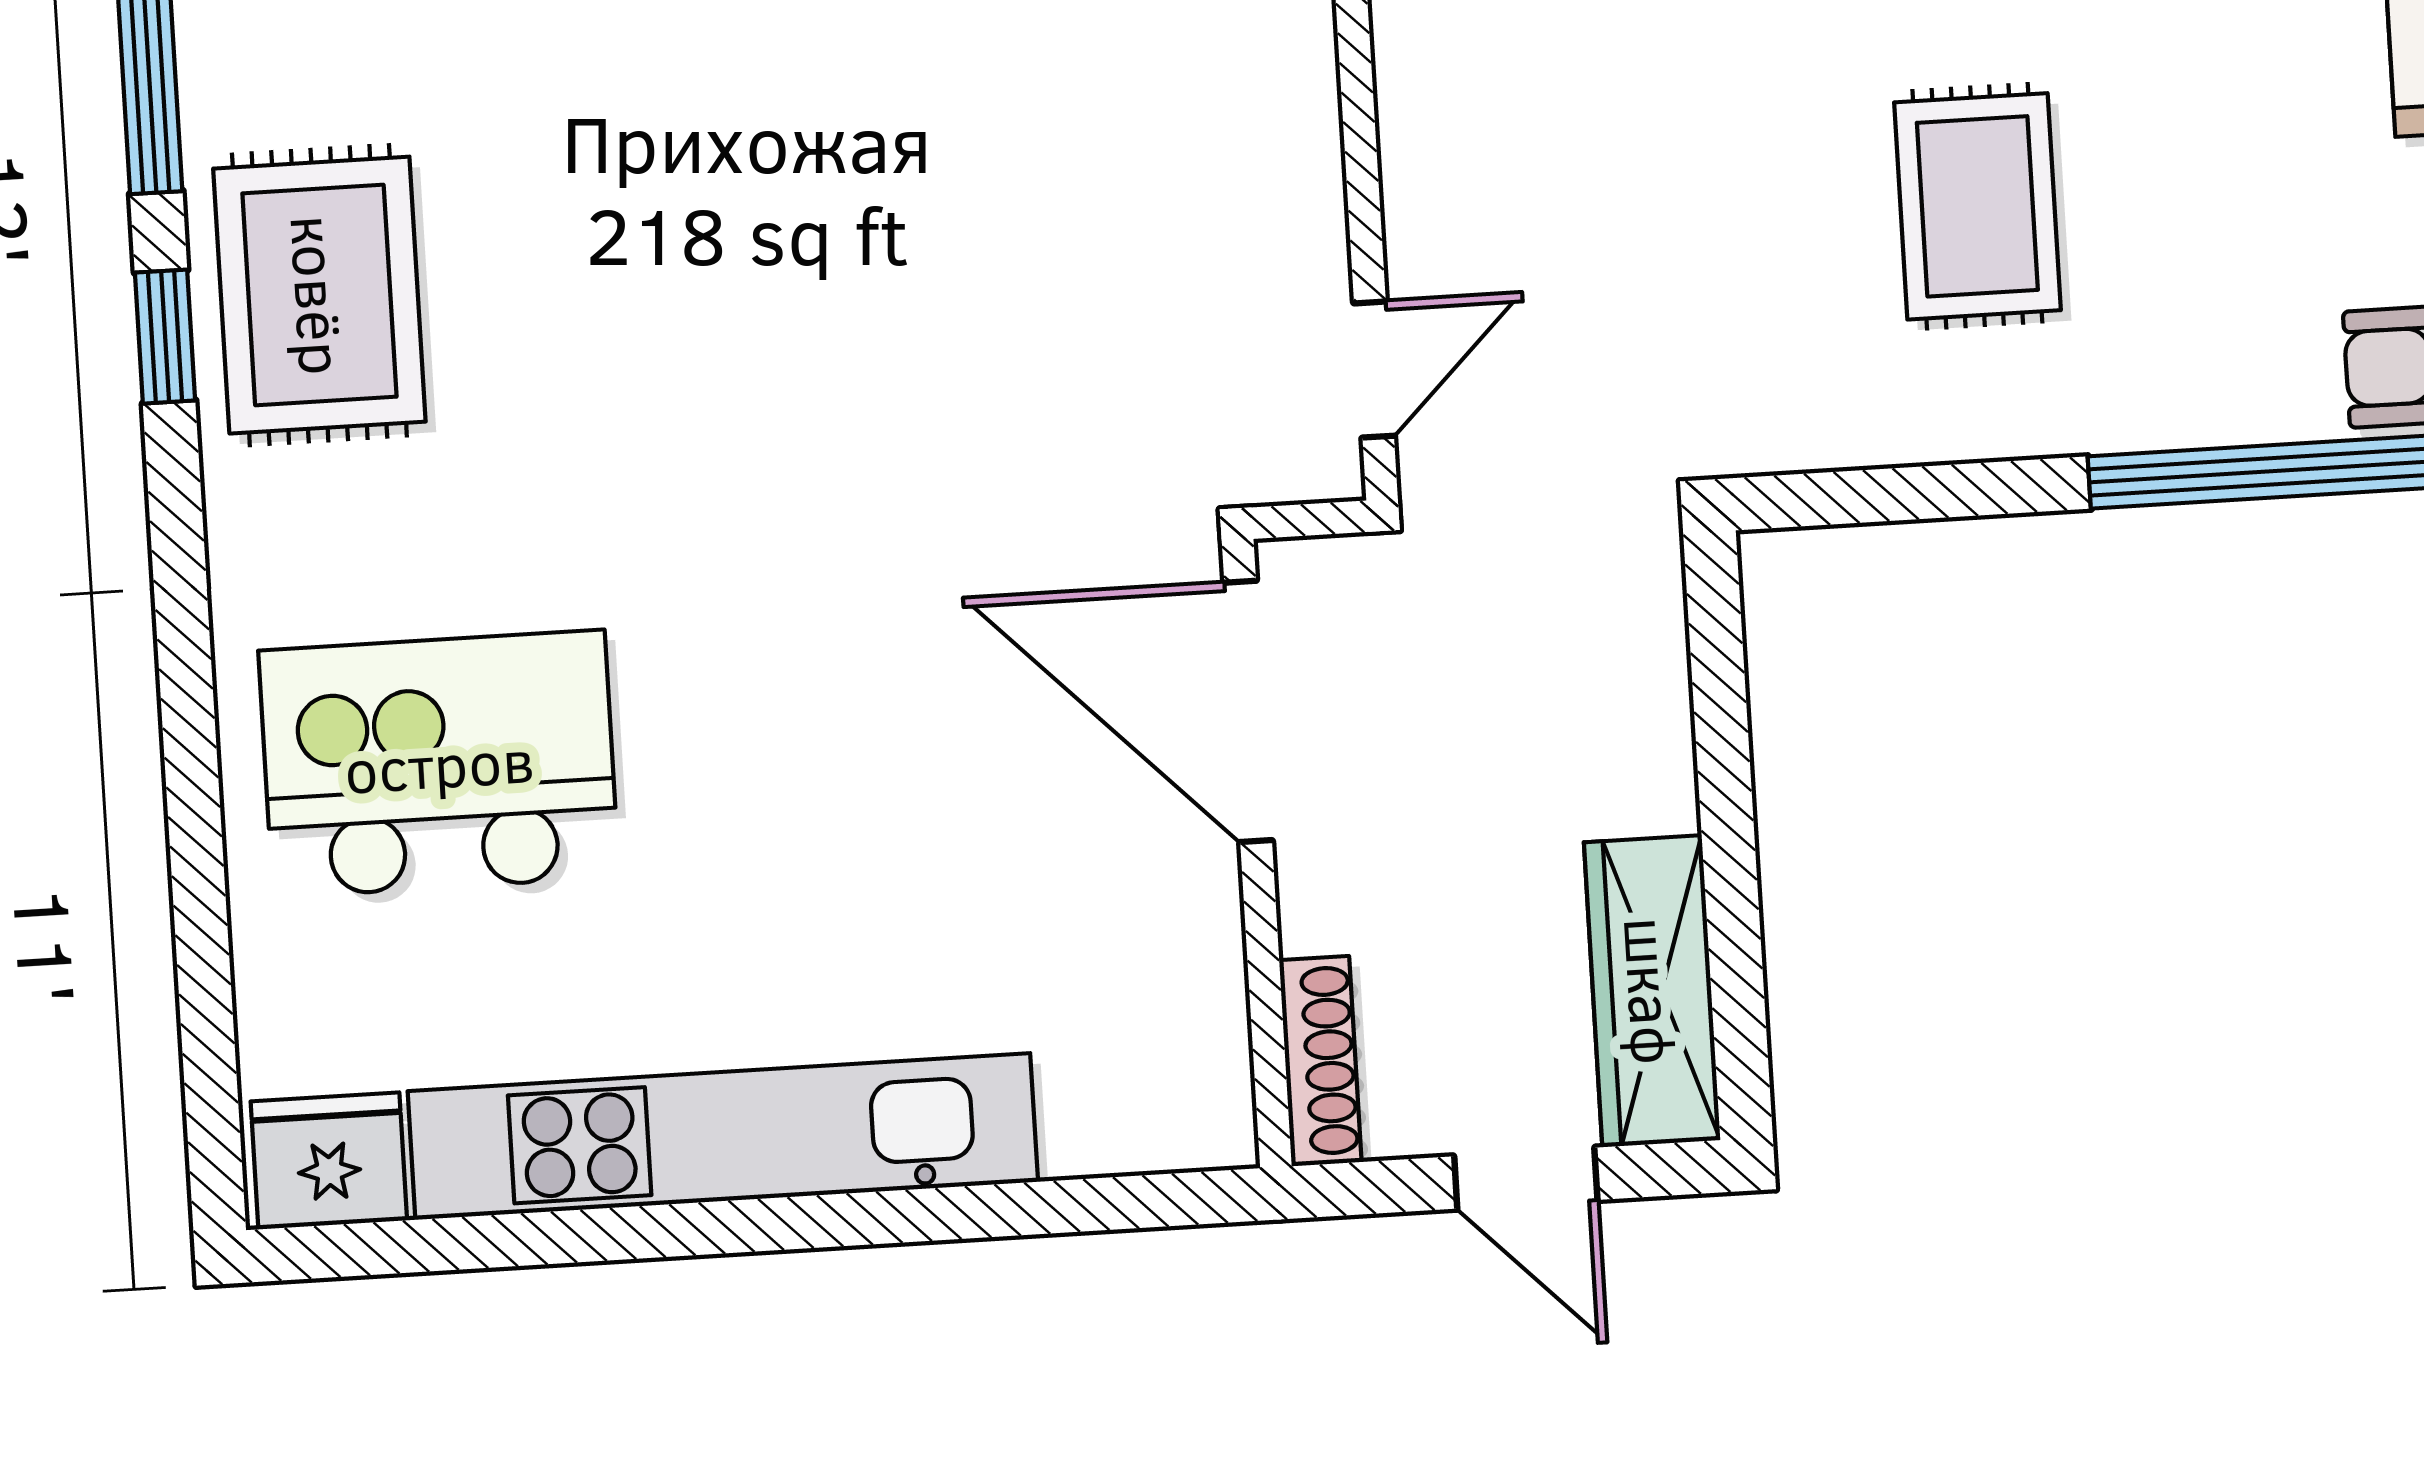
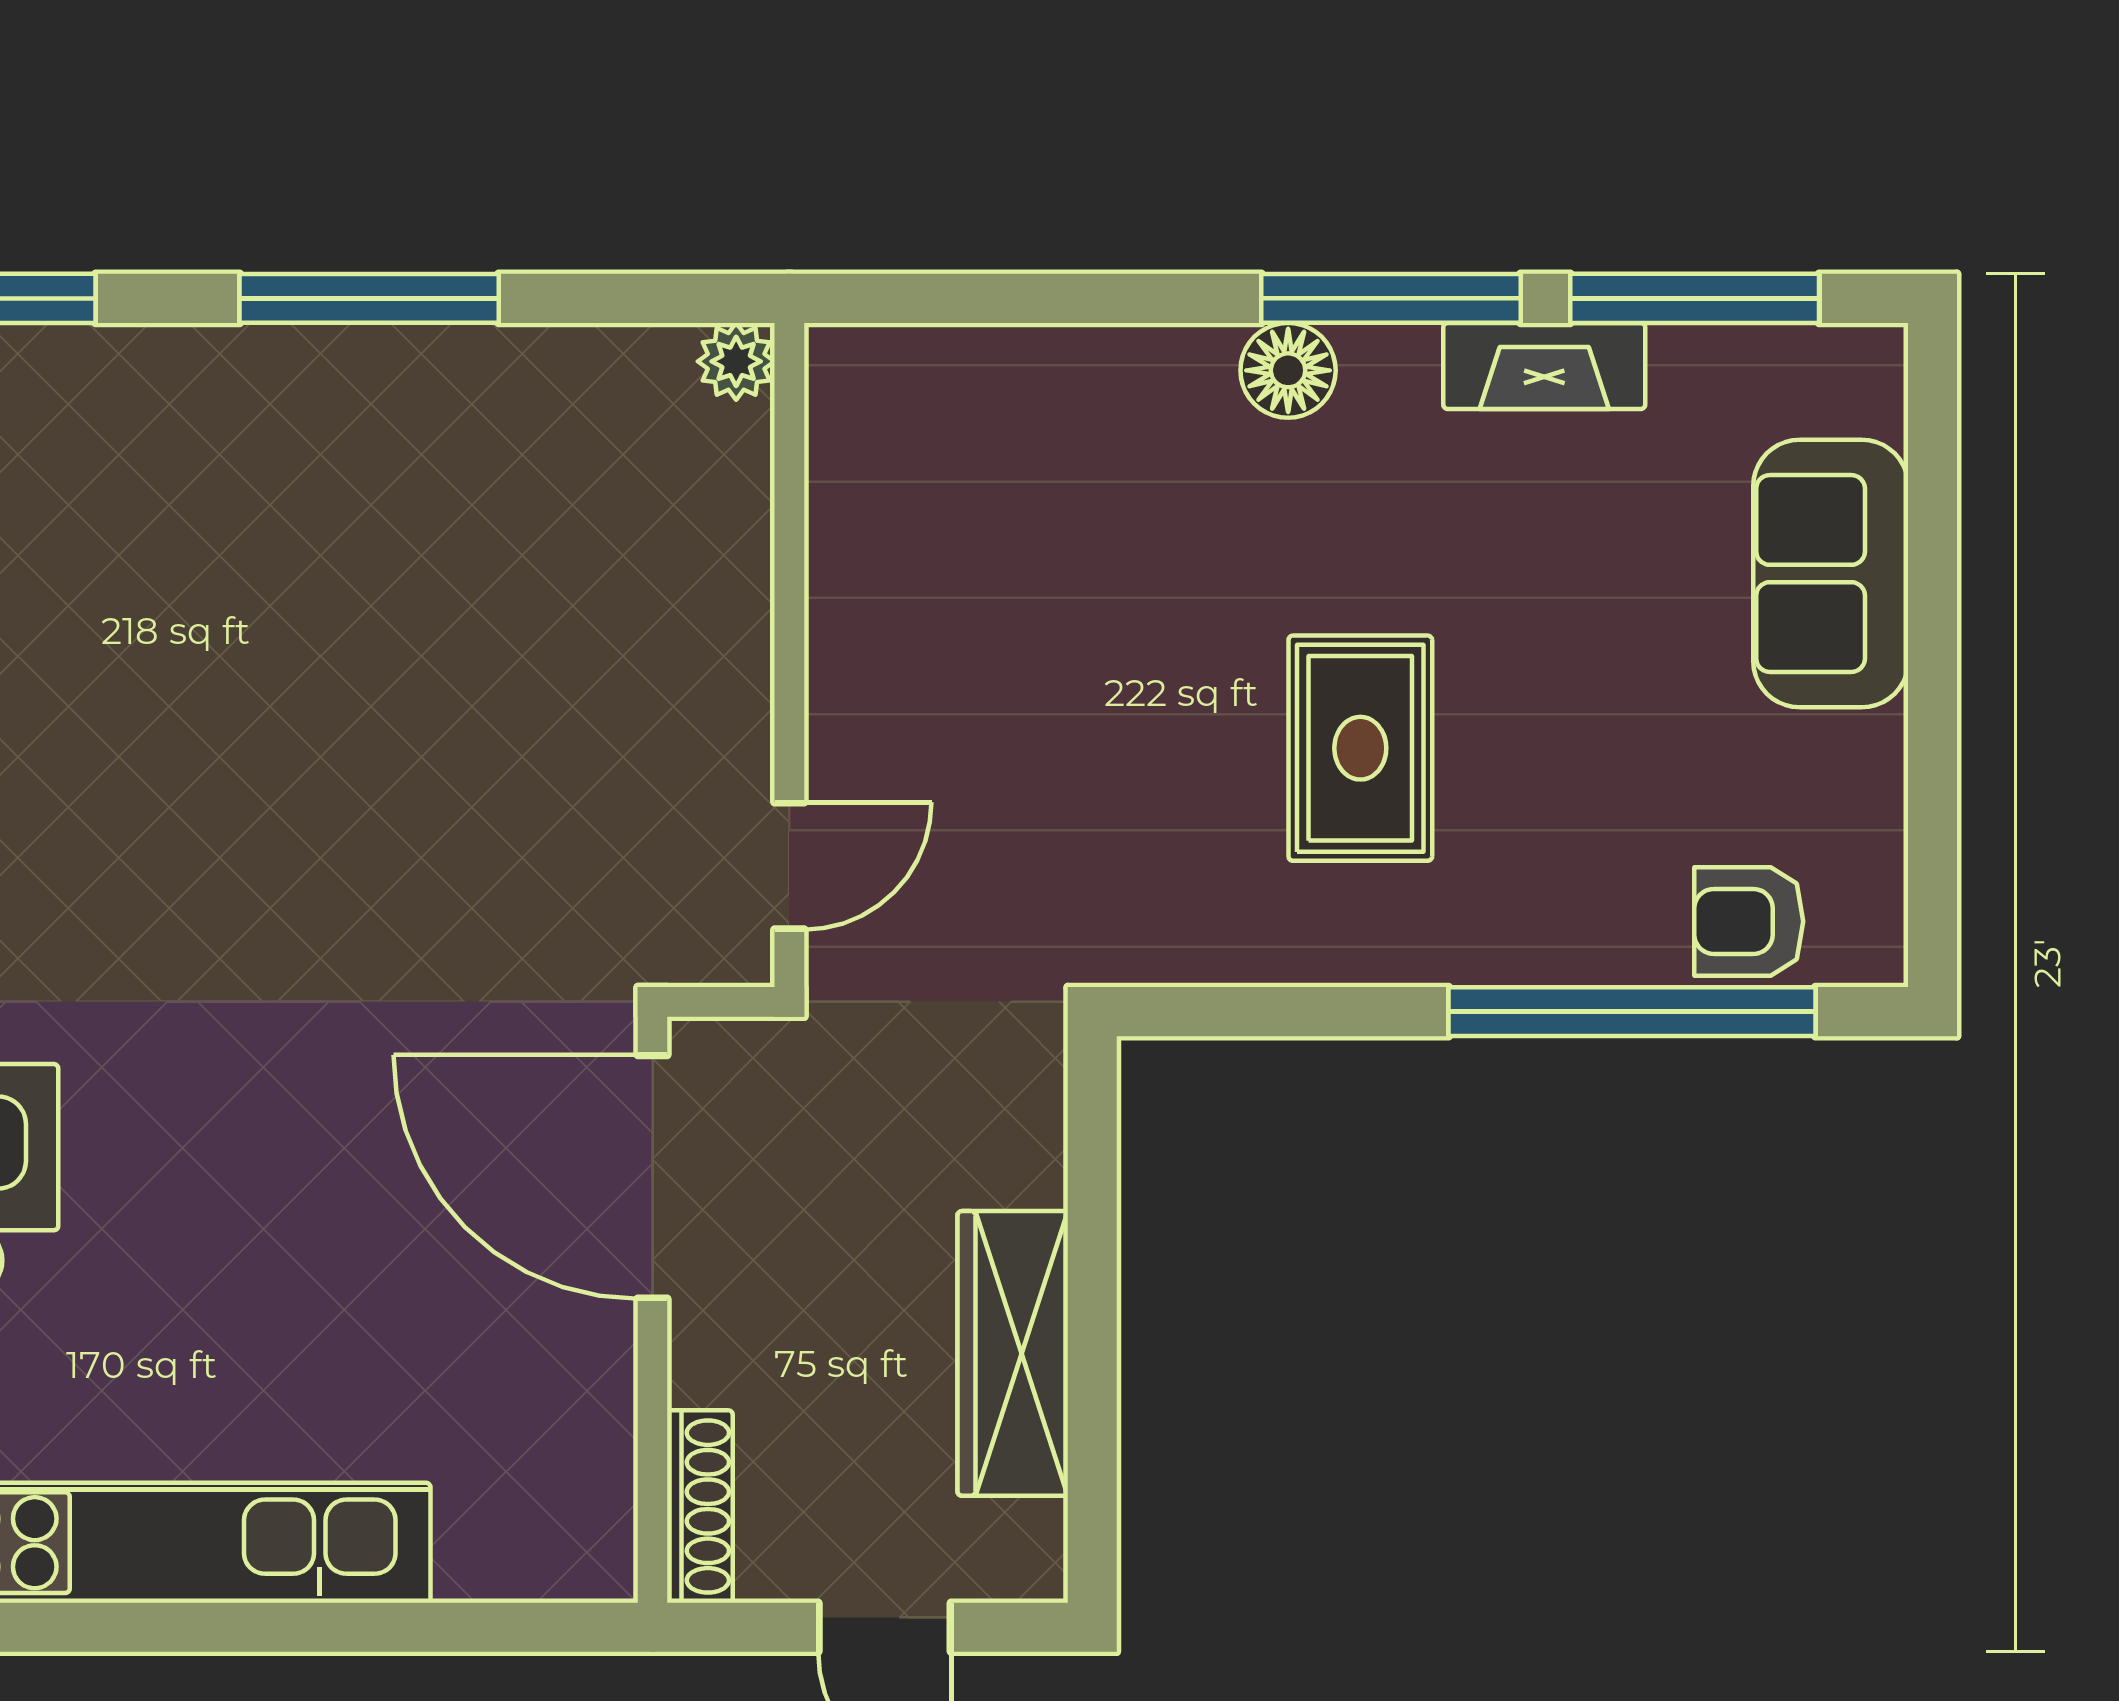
wardrobe: (1652, 991) -> (1013, 1353), moved

